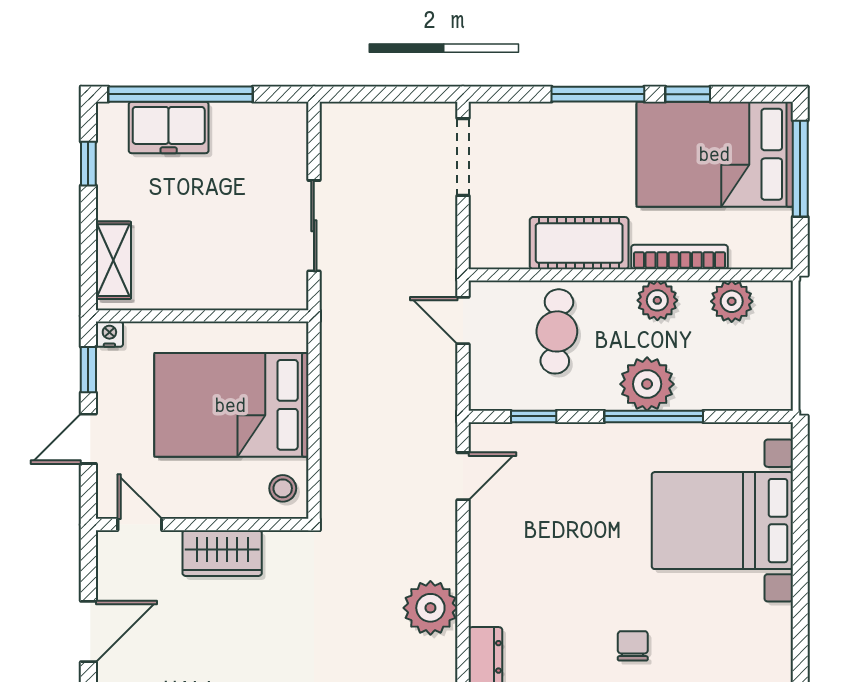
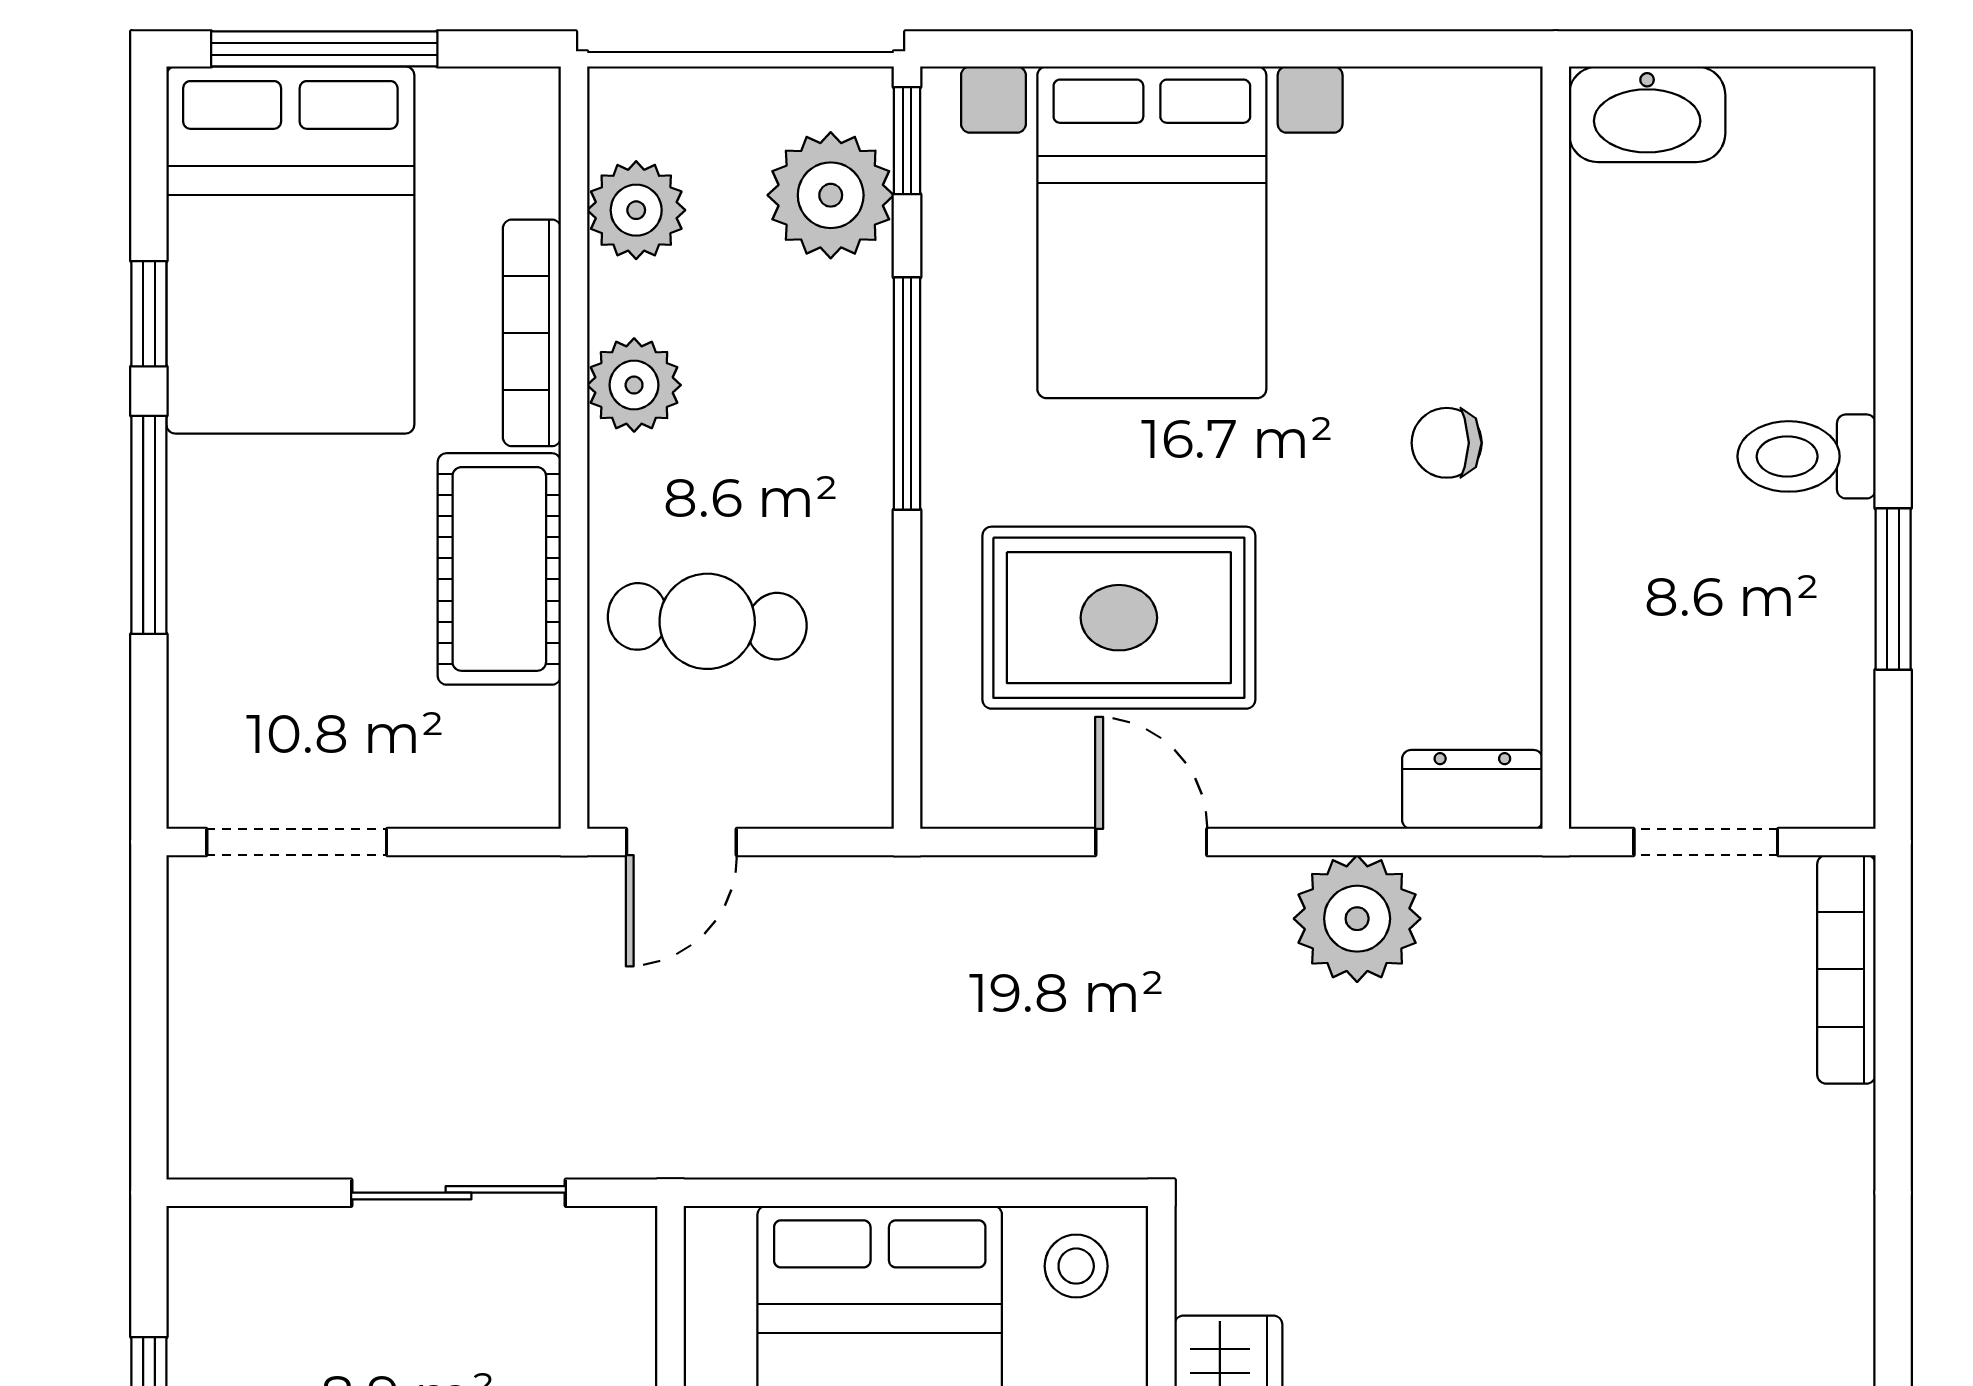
plant: (647, 384) -> (831, 195), moved
window: (534, 416) -> (907, 141), moved
door: (463, 476) -> (1151, 842), moved
rug: (558, 507) -> (1119, 618), added

